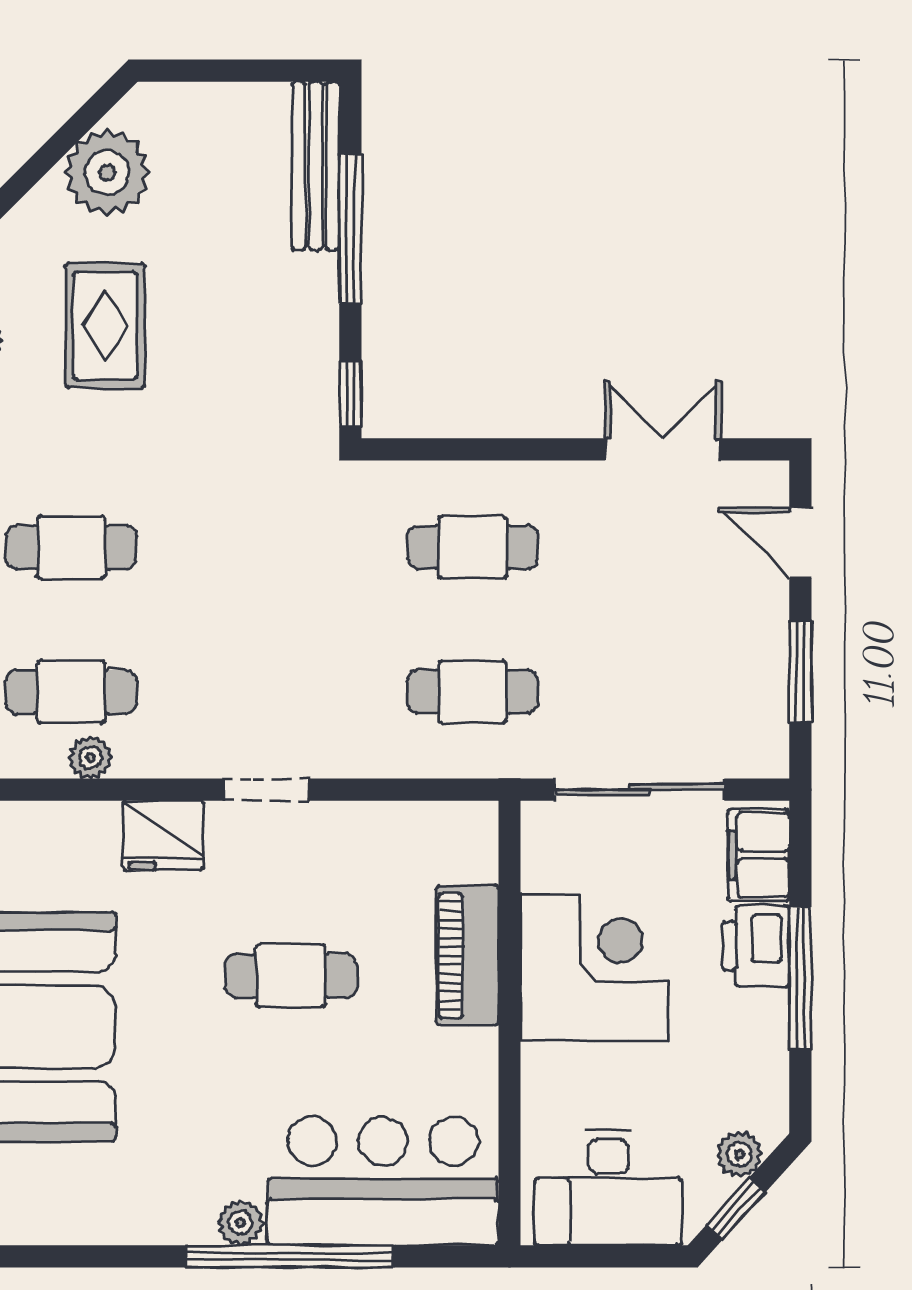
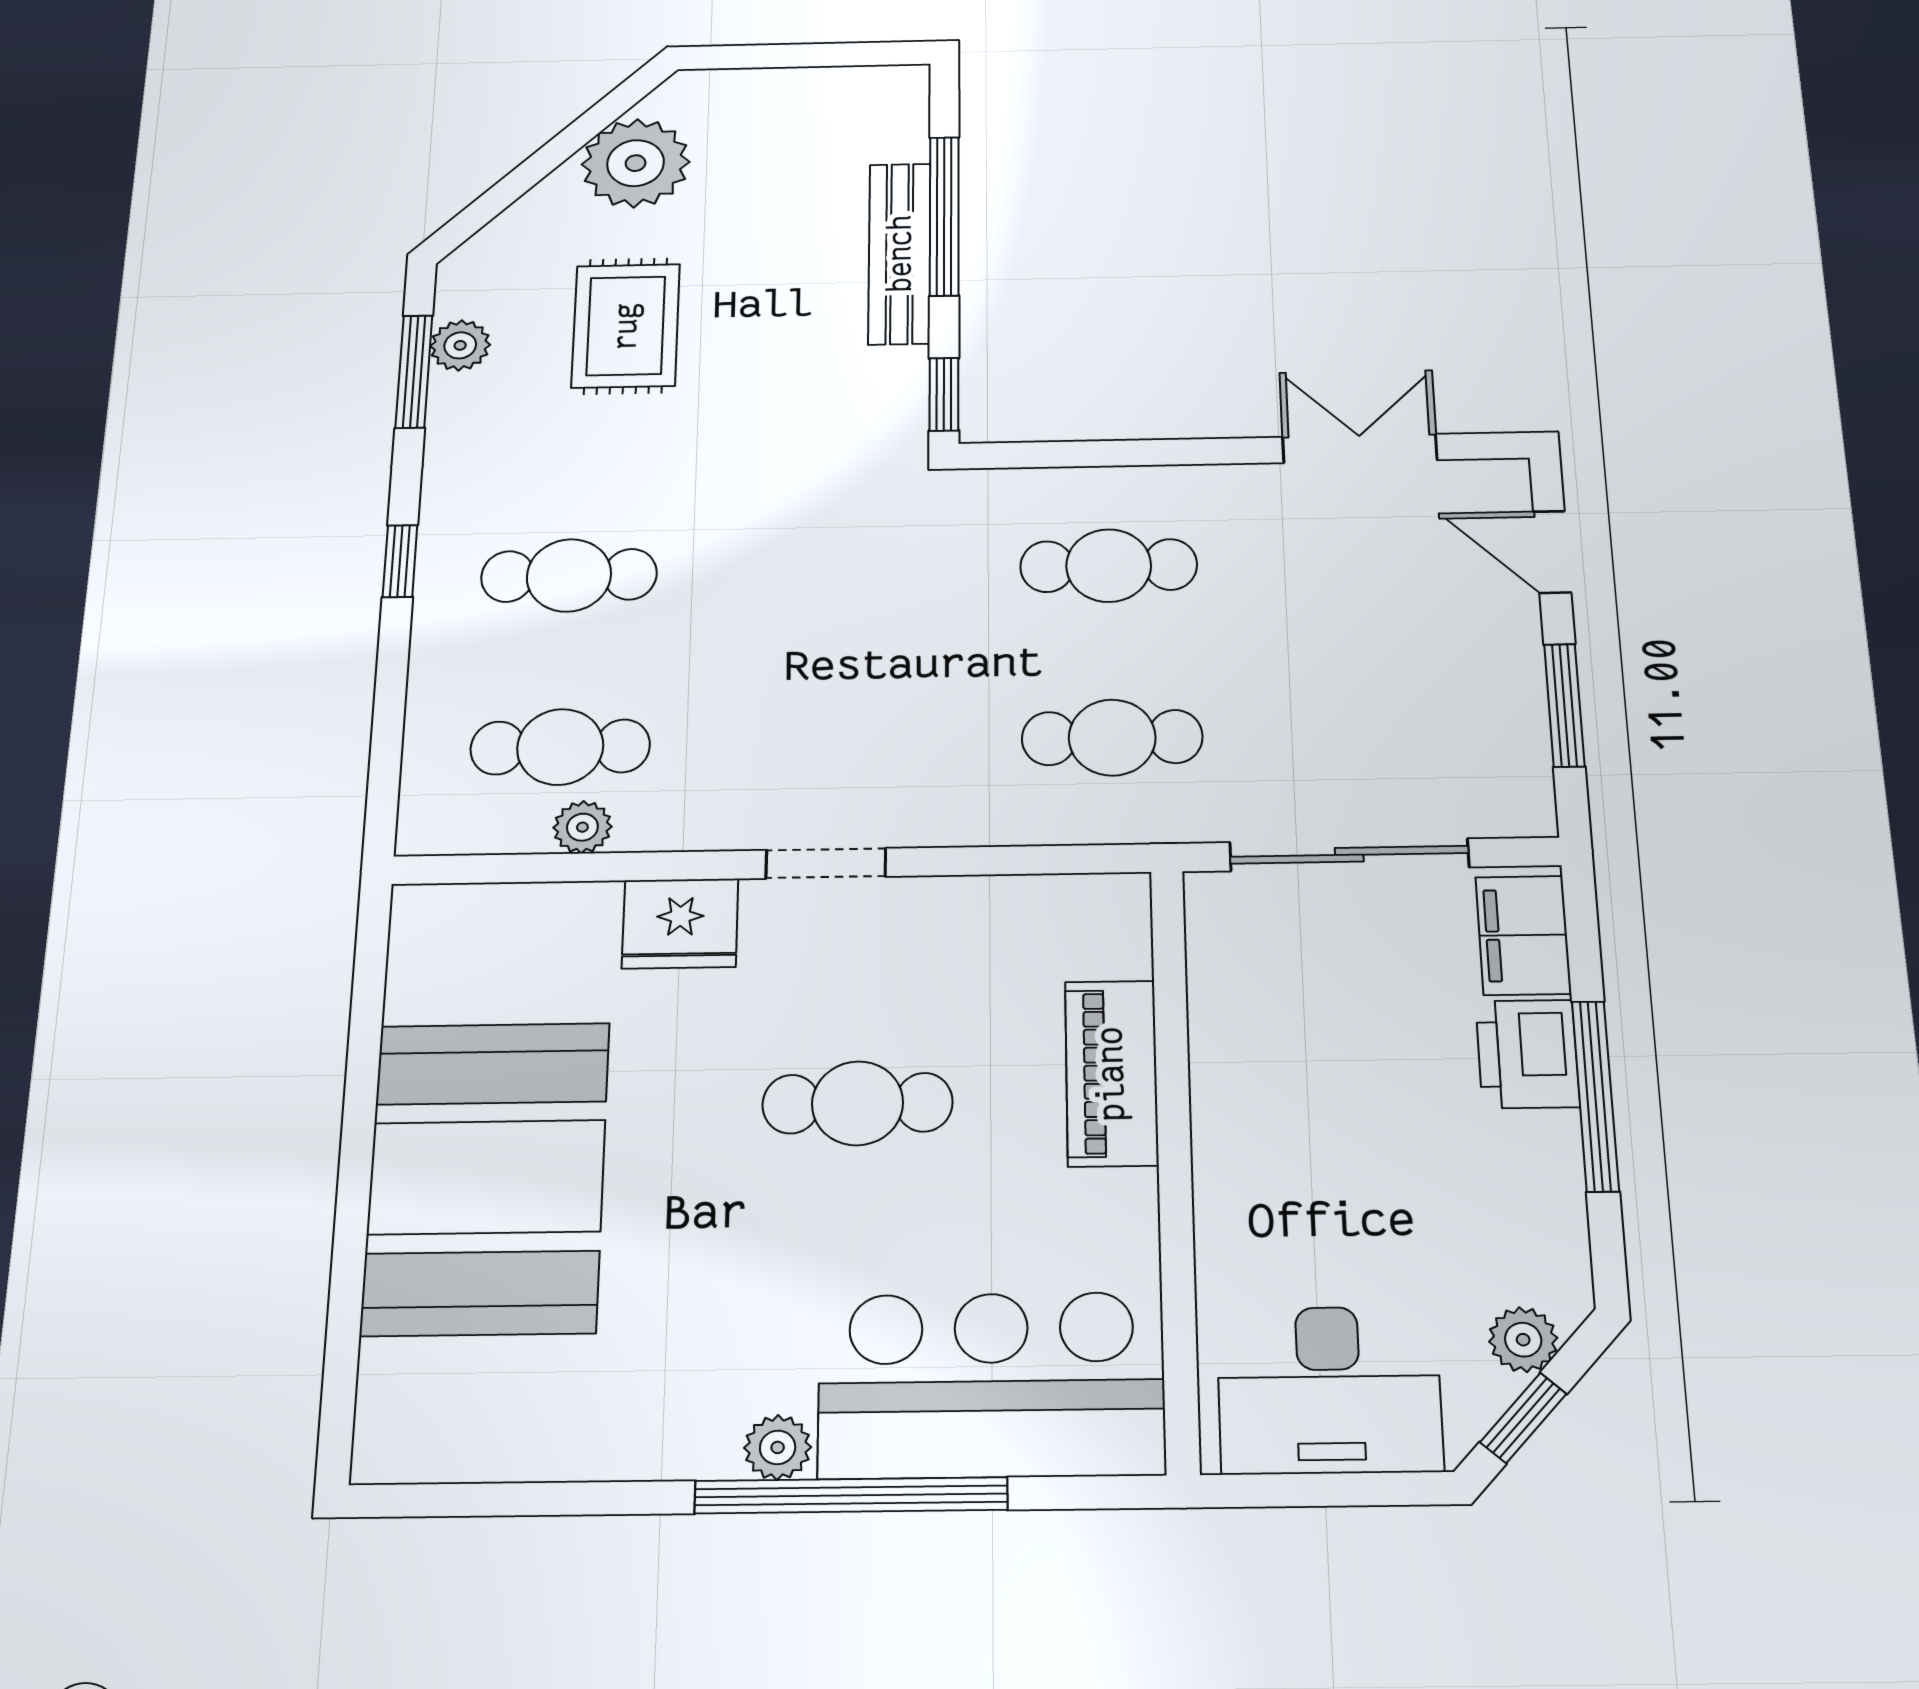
bench: (316, 166) -> (900, 253), moved
corner desk: (594, 967) -> (1295, 1085), removed

